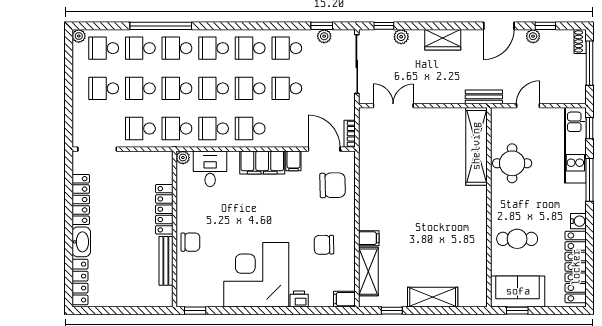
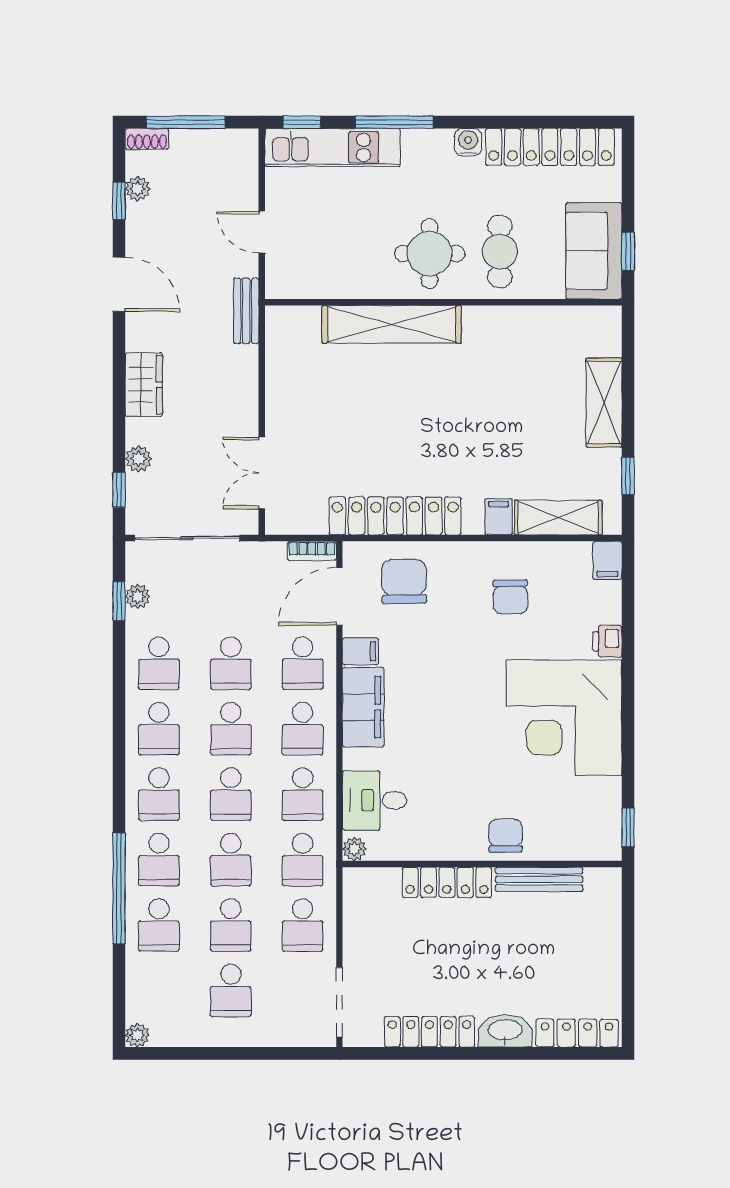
plant: (533, 36) -> (138, 189), moved
school desk: (104, 48) -> (303, 663), moved
shelving: (476, 146) -> (392, 324), moved
round table: (512, 163) -> (430, 254), moved
locker: (369, 180) -> (395, 516), added

